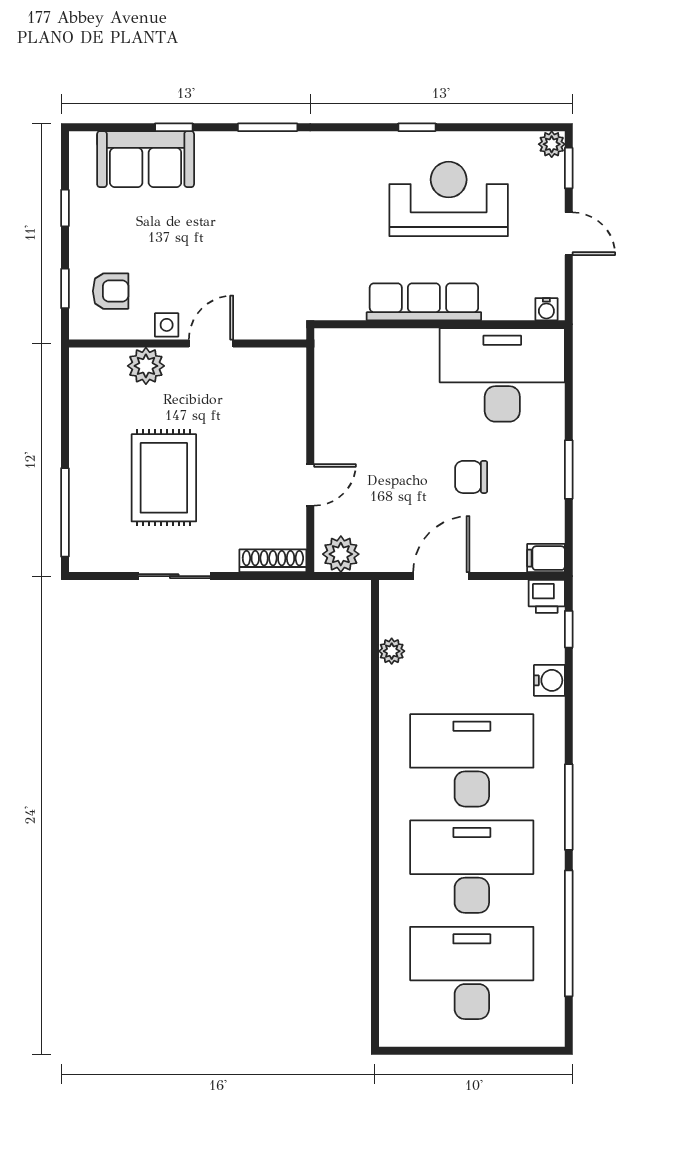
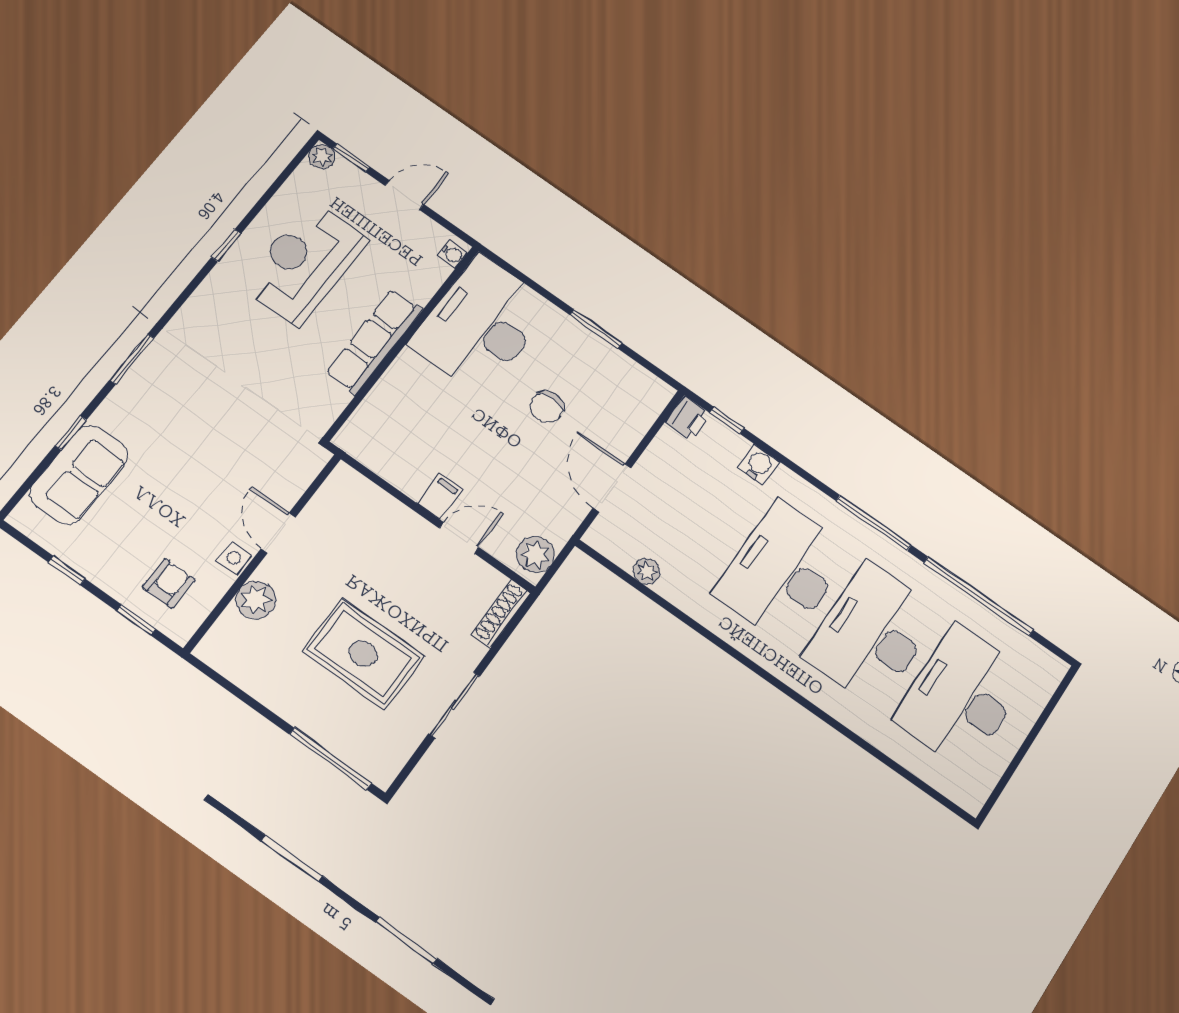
door: (310, 485) -> (459, 538), hinge flipped
filing cabinet: (546, 558) -> (440, 496), moved, turned 180

